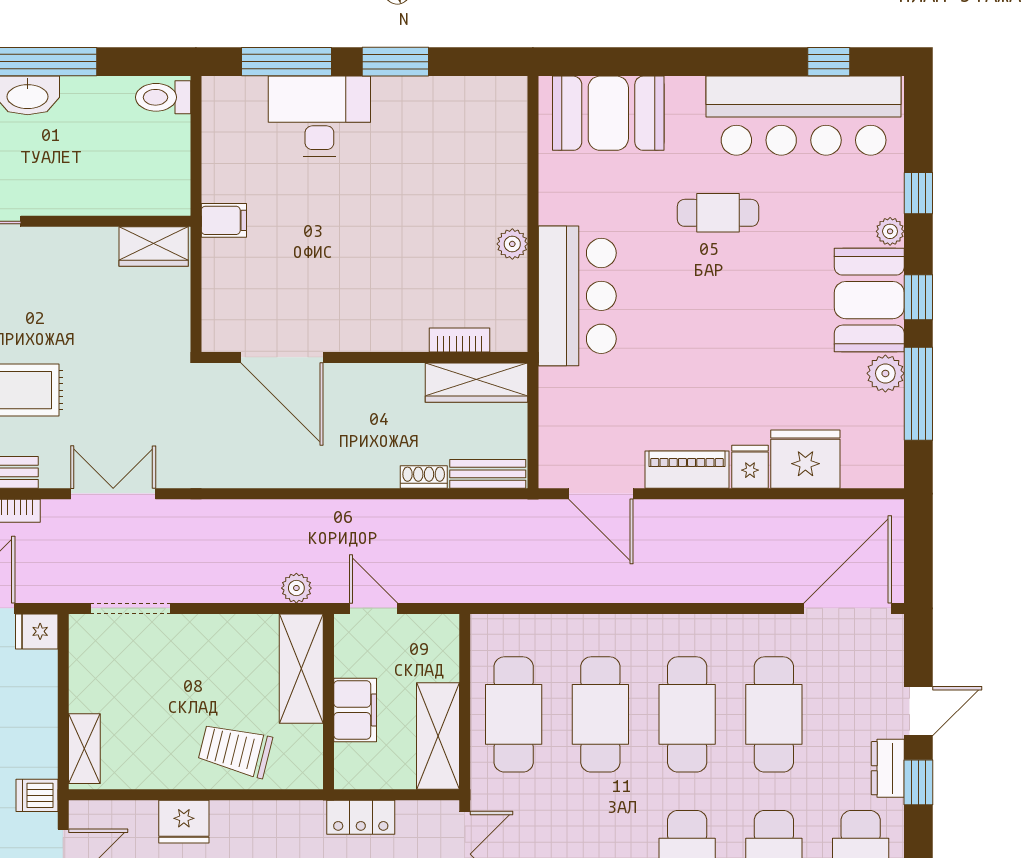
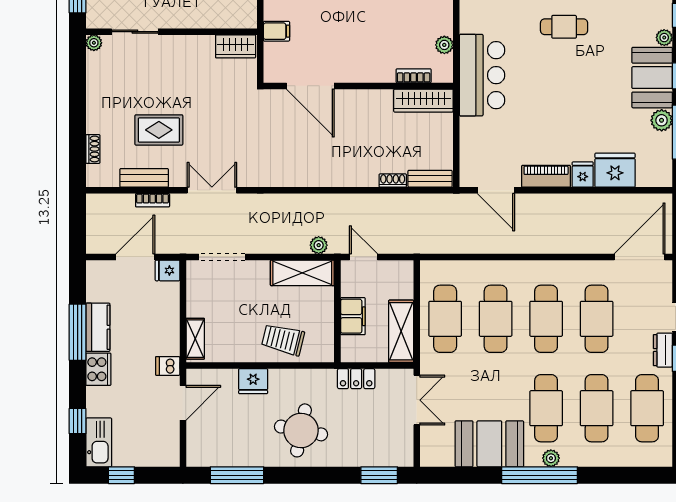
bookcase: (459, 340) -> (414, 76), moved
door: (282, 357) -> (310, 86), moved
wall: (364, 357) -> (358, 86), moved
wardrobe: (476, 383) -> (423, 101), moved
shelving: (301, 669) -> (302, 273), moved, turned 90

